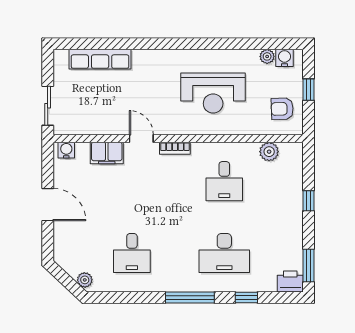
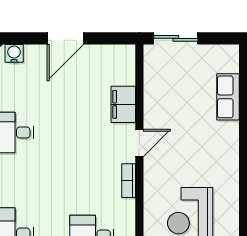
row of seats: (100, 59) -> (228, 97), width x0.68
water cooler: (66, 150) -> (14, 53), moved, turned -90

